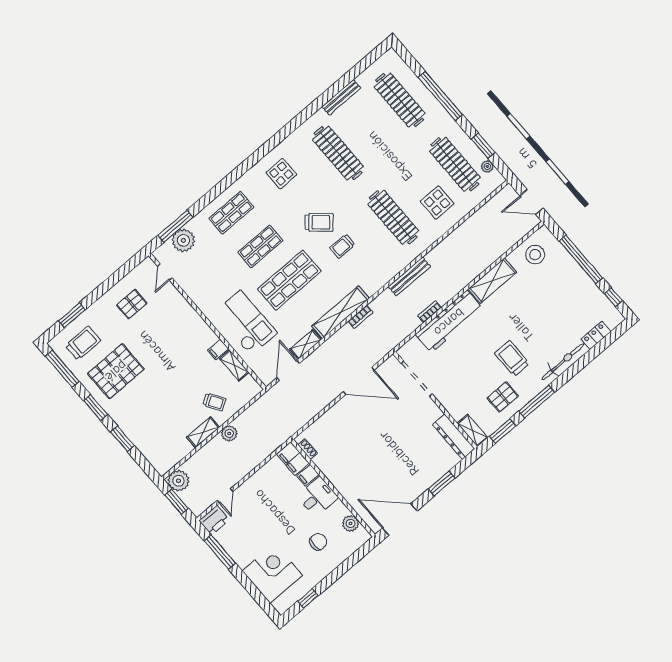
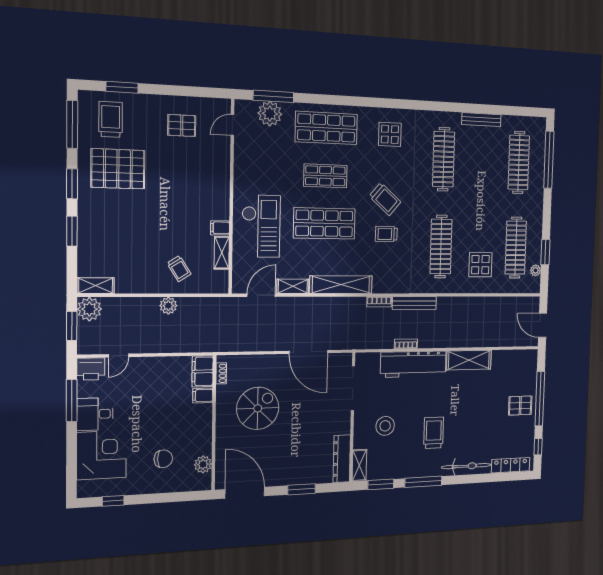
window: (440, 96) -> (549, 160), moved
shop shelf: (231, 213) -> (326, 128), width x1.43, depth x1.36
stool: (535, 255) -> (385, 426), moved
bookcase: (360, 317) -> (379, 302), moved
locker: (596, 335) -> (511, 465), width x1.53
trolley: (83, 343) -> (111, 119), turned -90
pallet: (503, 397) -> (520, 406), moved
shelving: (203, 432) -> (96, 286), moved
spiral stairs: (356, 452) -> (258, 408), added
desk: (318, 497) -> (95, 414), moved, turned 180

